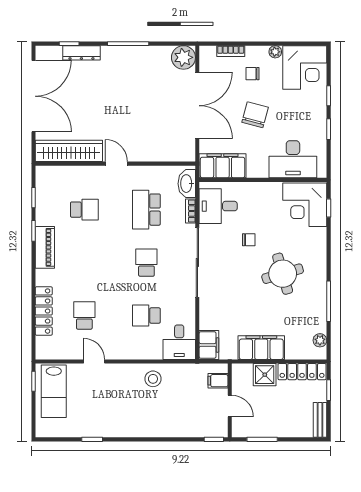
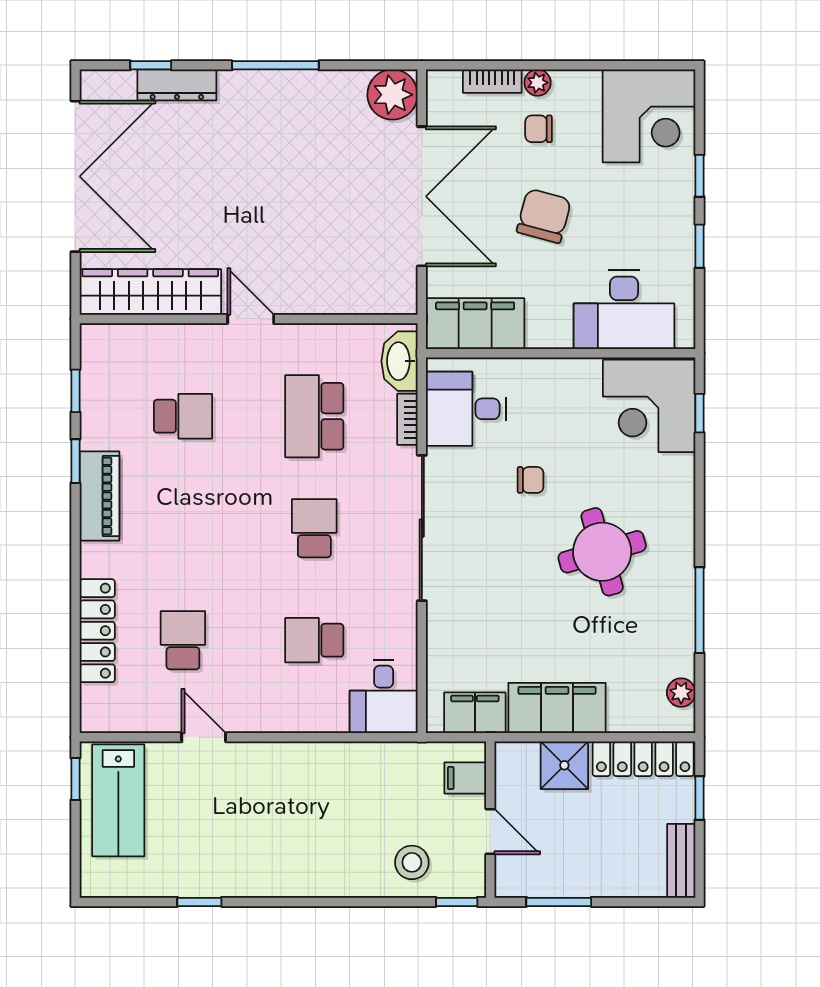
plant: (275, 52) -> (538, 83), moved
filing cabinet: (209, 345) -> (475, 713), moved, turned -90
stool: (153, 379) -> (412, 862), moved

